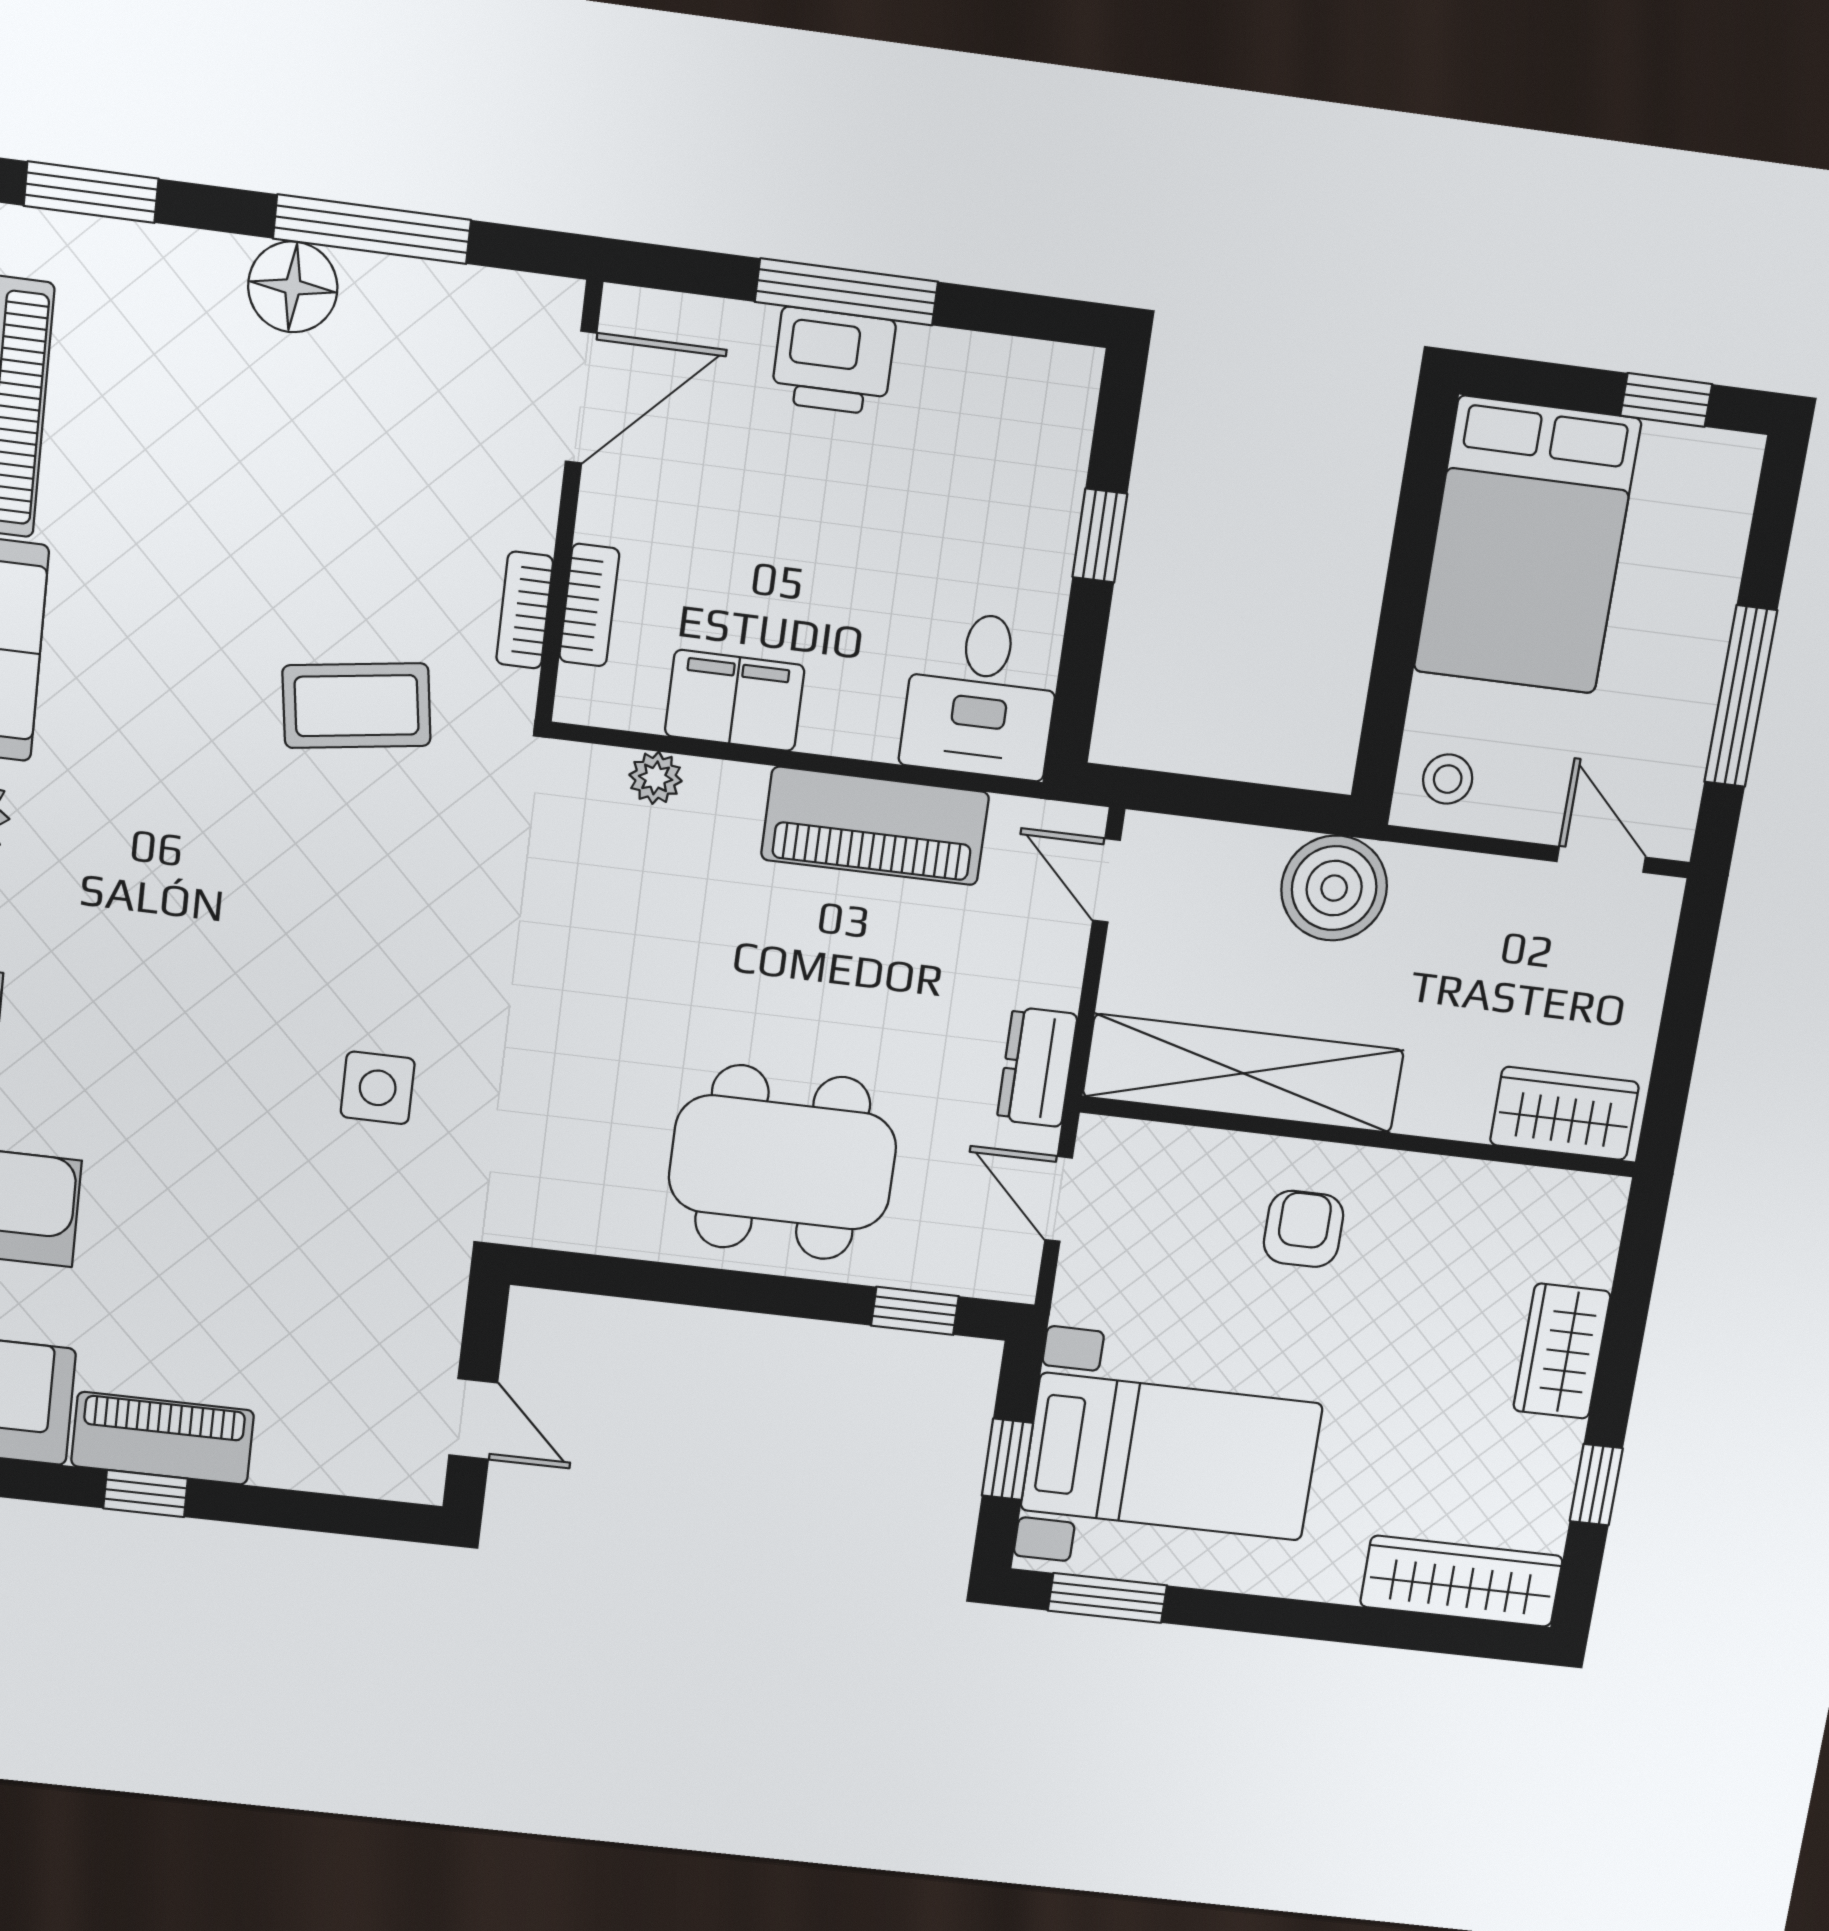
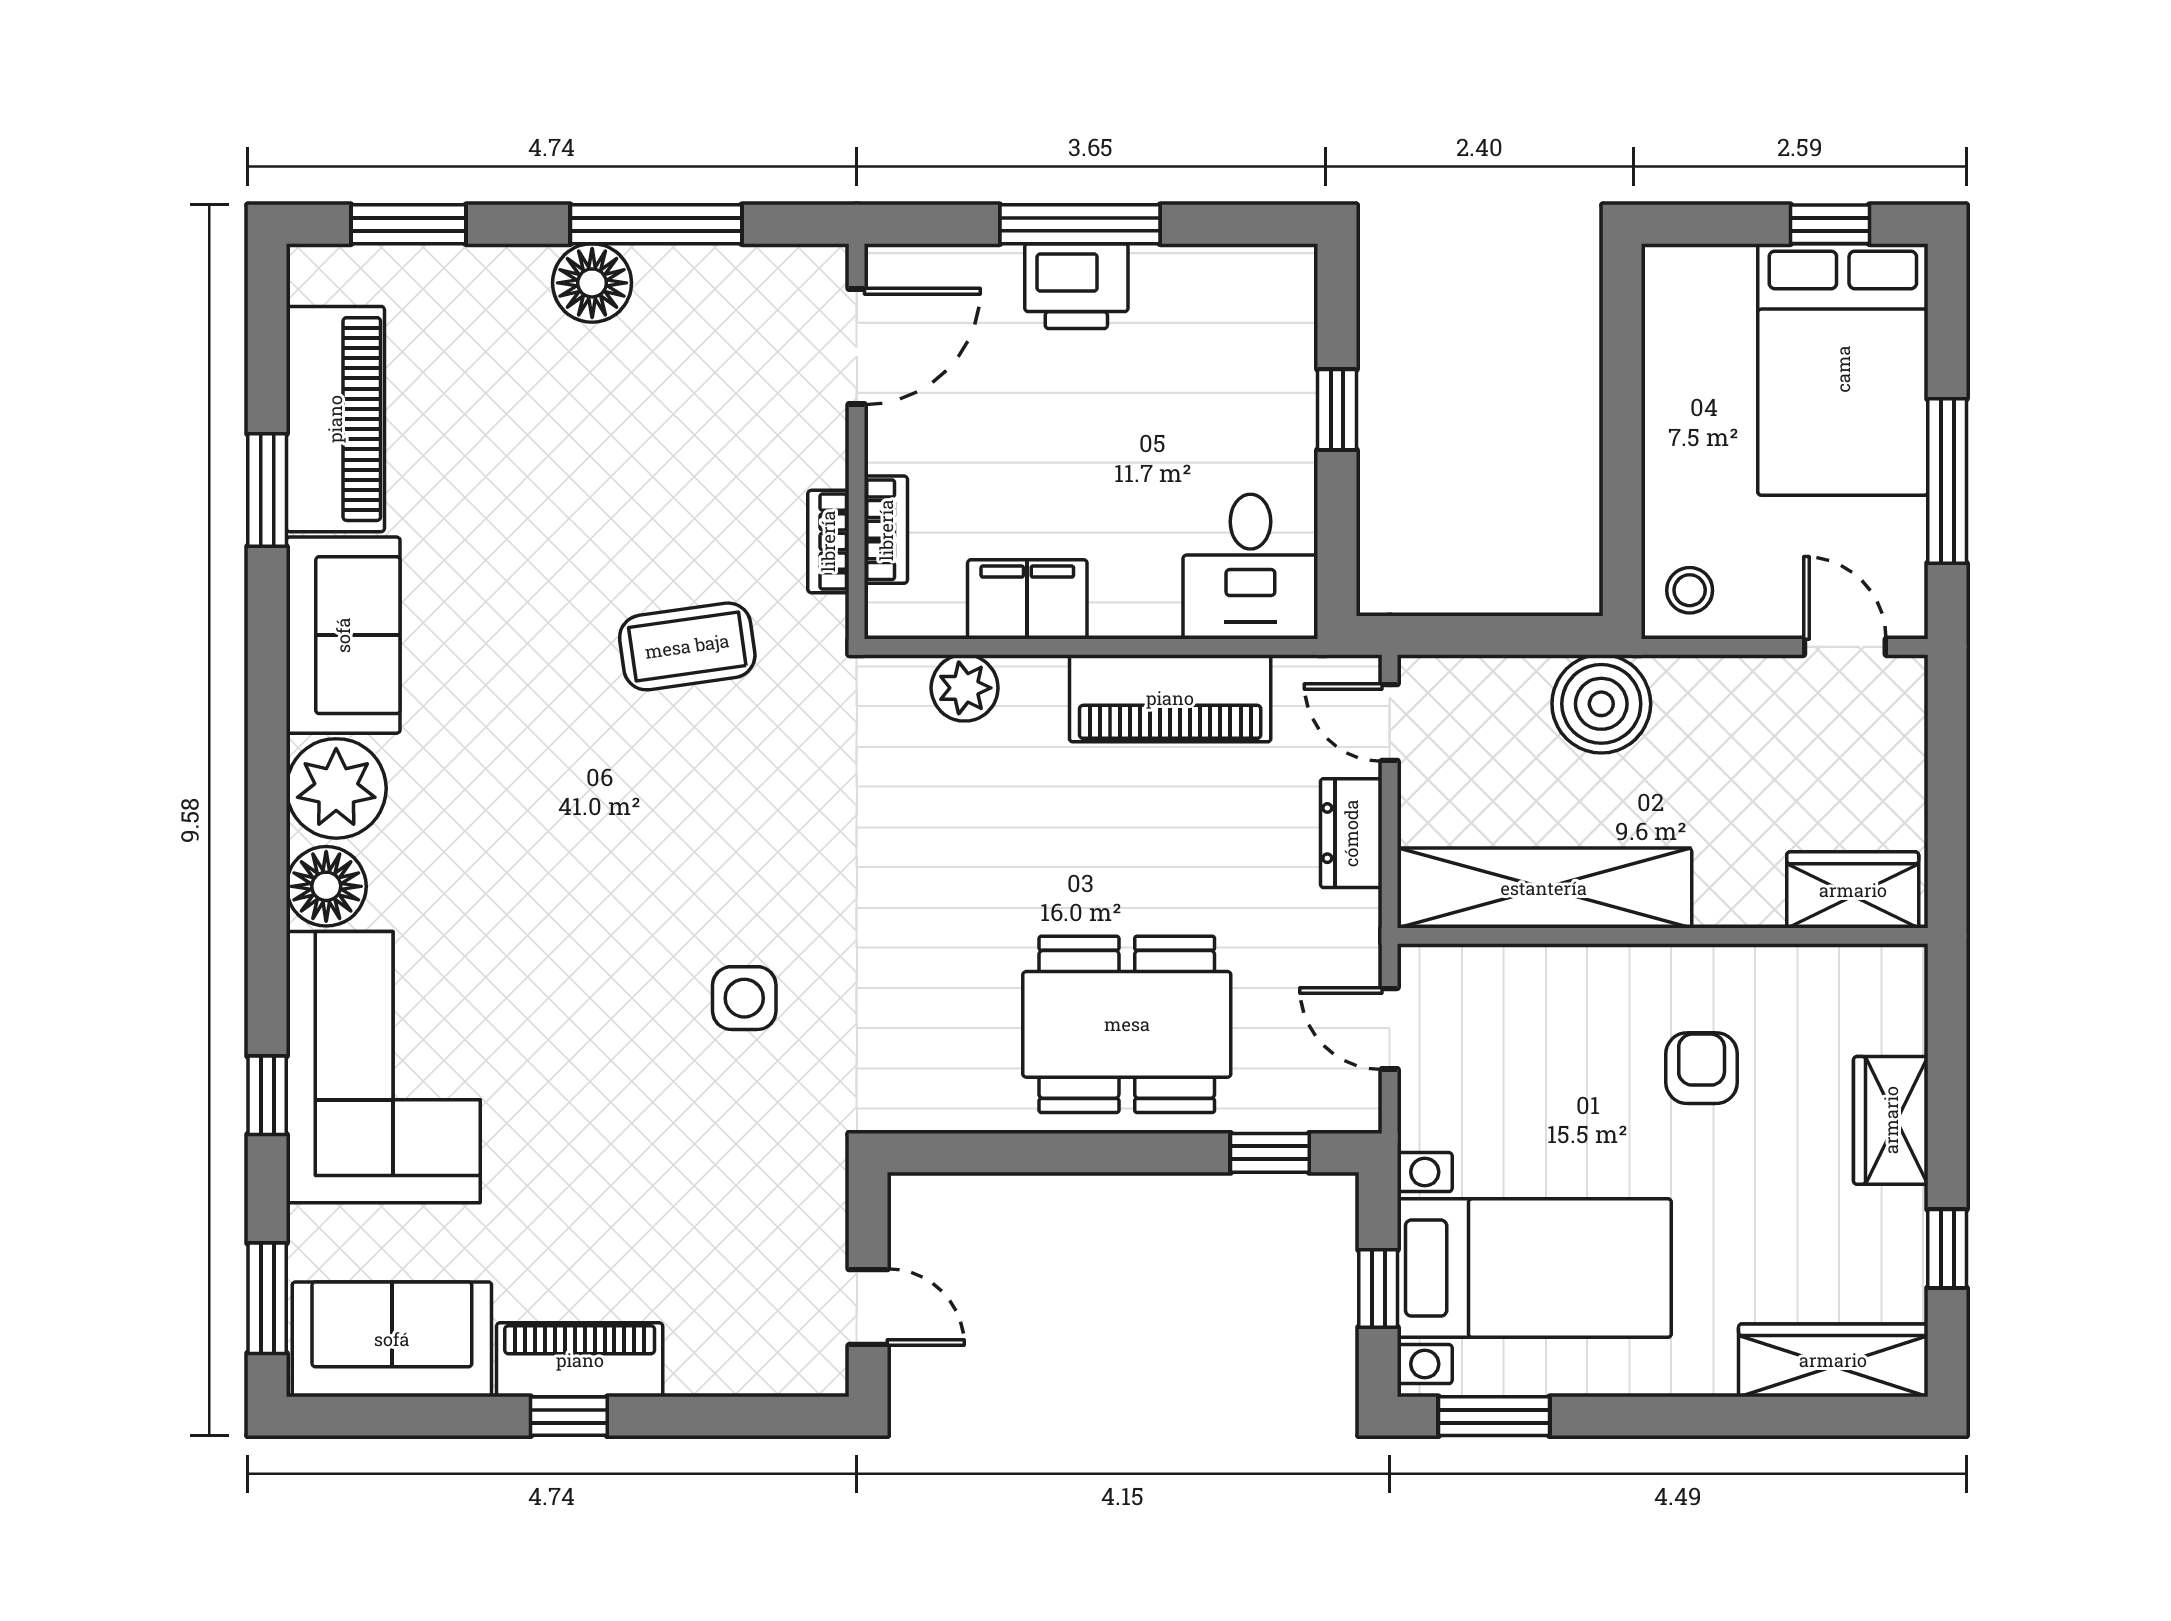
bed: (1527, 545) -> (1843, 369), moved
plant: (656, 778) -> (965, 688), width x1.38, depth x1.38
dresser: (1037, 1067) -> (1351, 833), moved
armchair: (1303, 1229) -> (1702, 1068), moved

